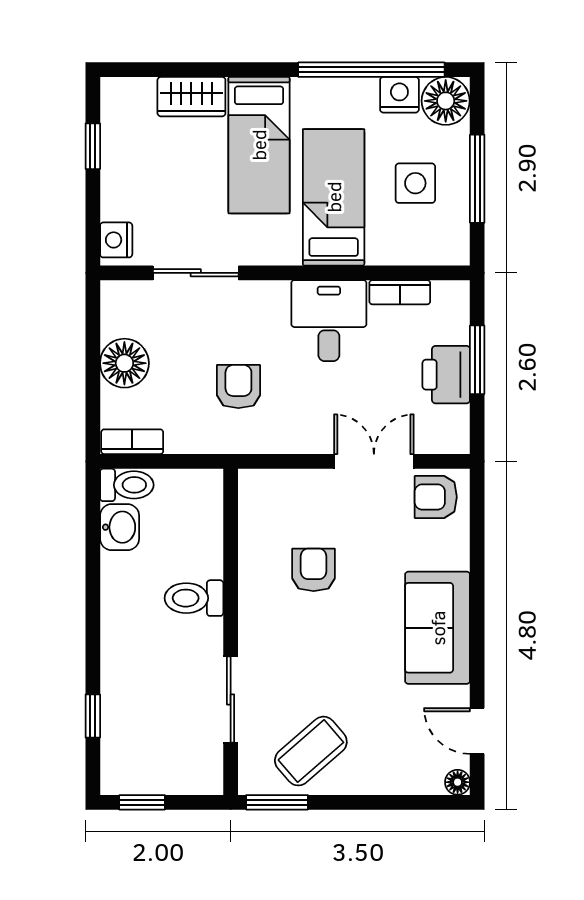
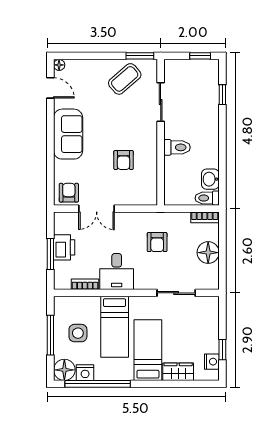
nightstand: (116, 240) -> (212, 362), moved
armchair: (436, 497) -> (69, 193), turned -90

